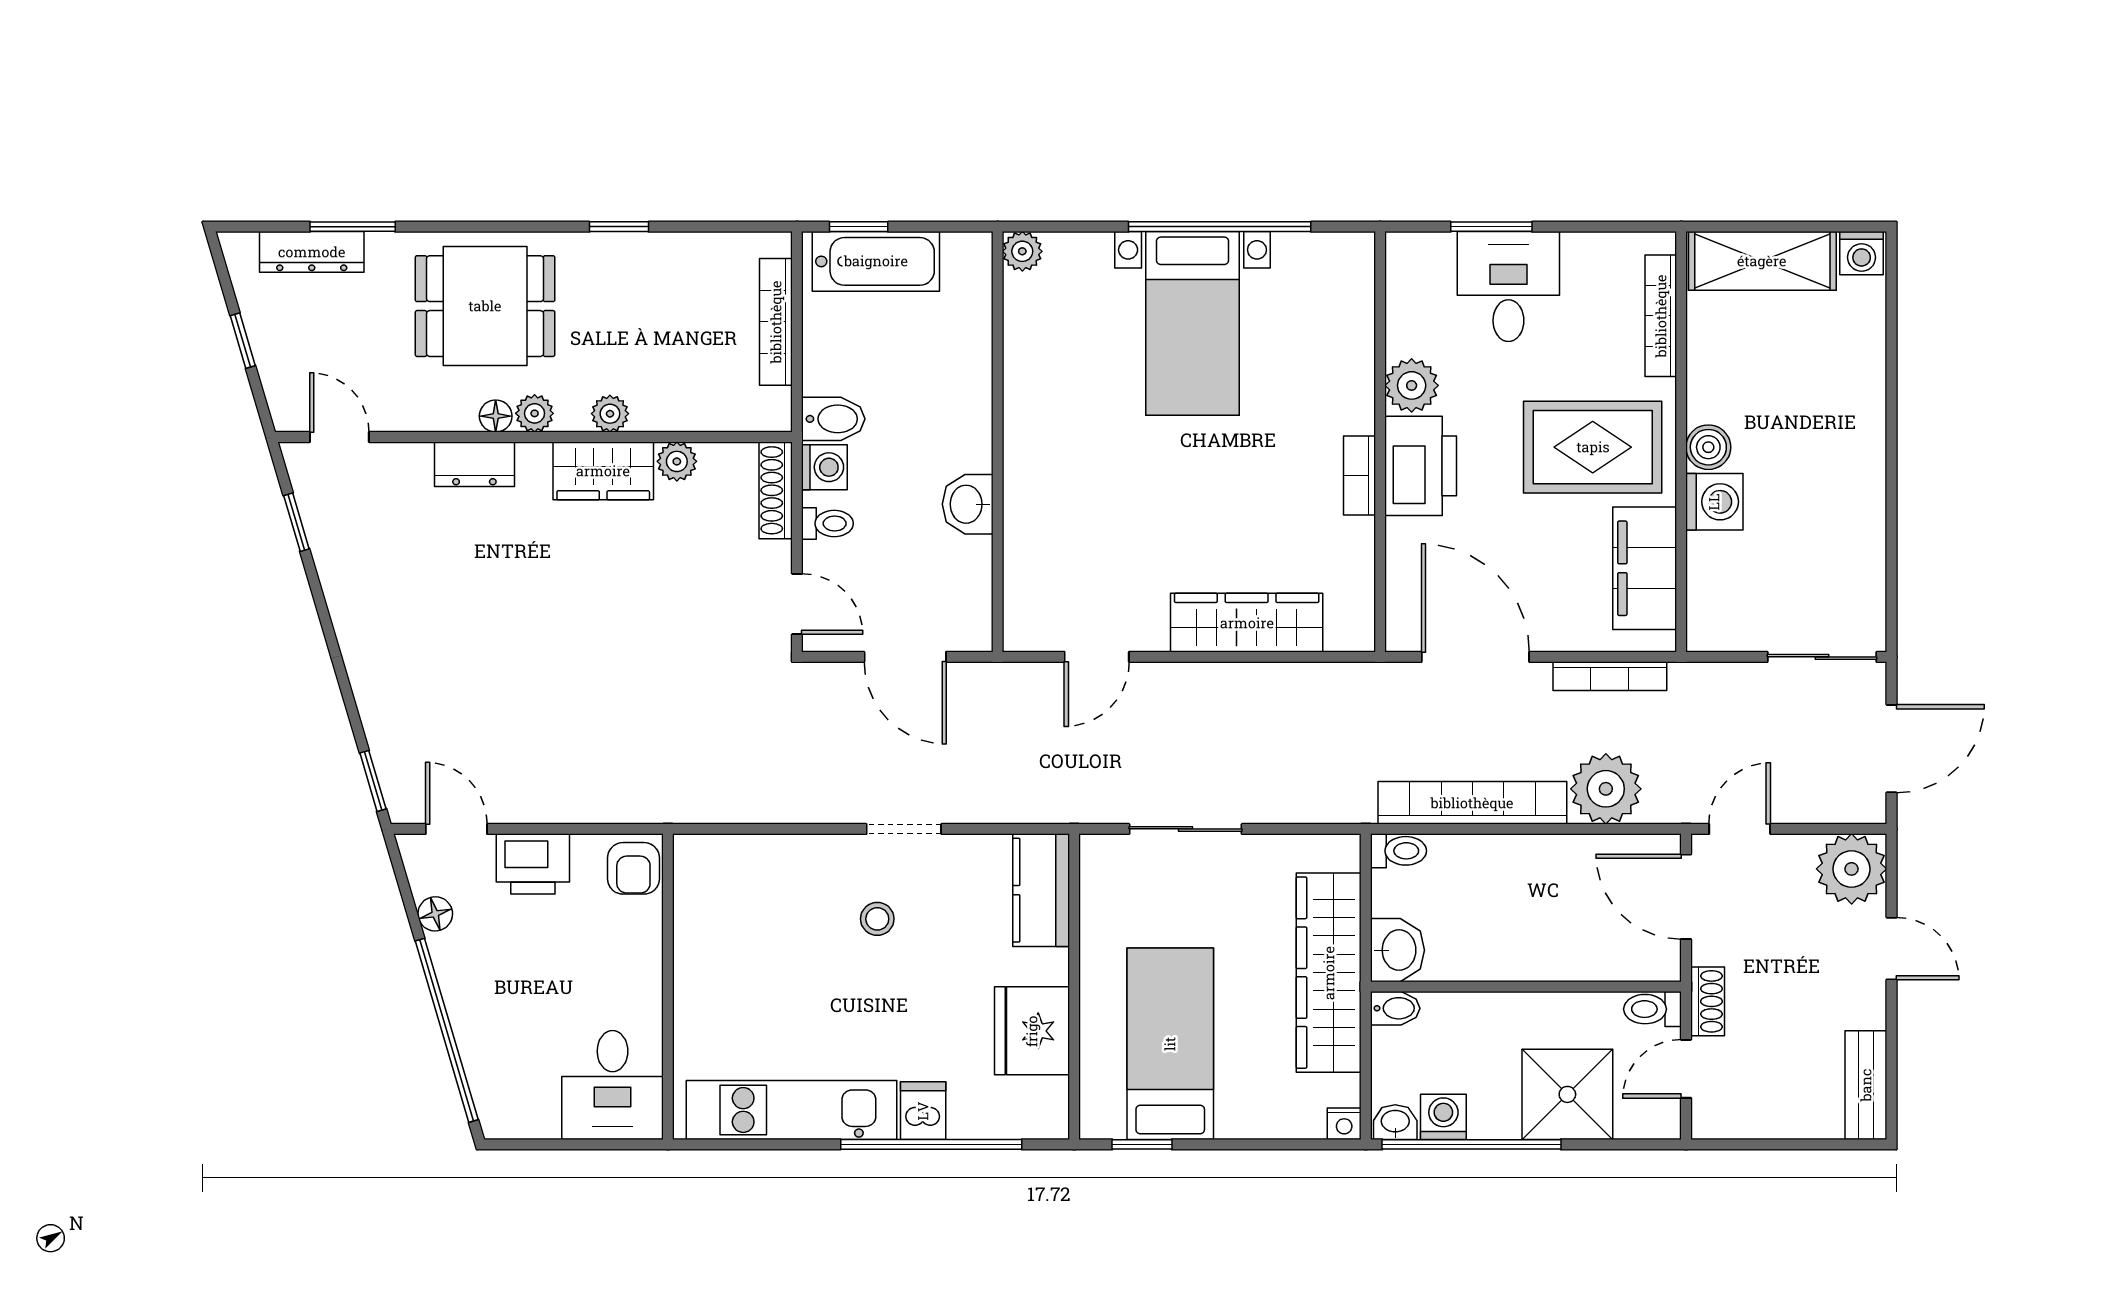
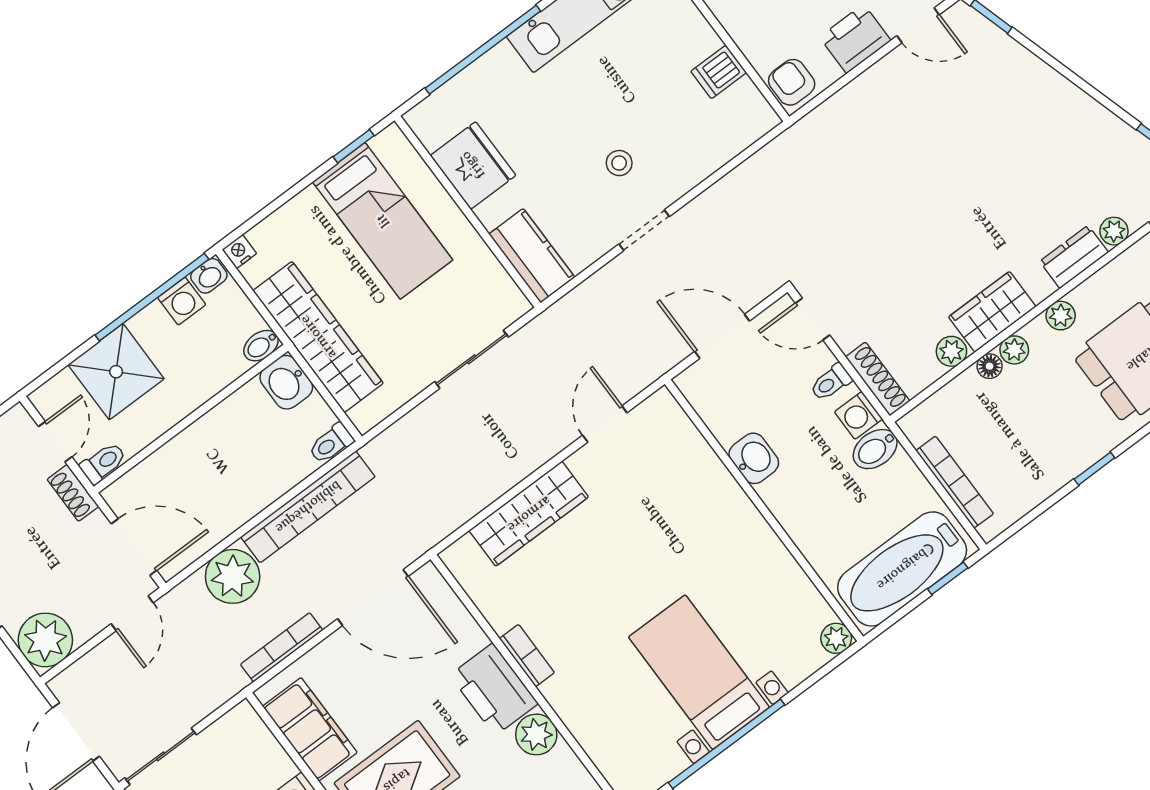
bathtub: (876, 261) -> (902, 569), width x1.36, depth x1.36
floor lamp: (496, 416) -> (990, 366), moved
plant: (412, 460) -> (1114, 231), added
dishwasher: (923, 1111) -> (719, 72), moved, turned 90

